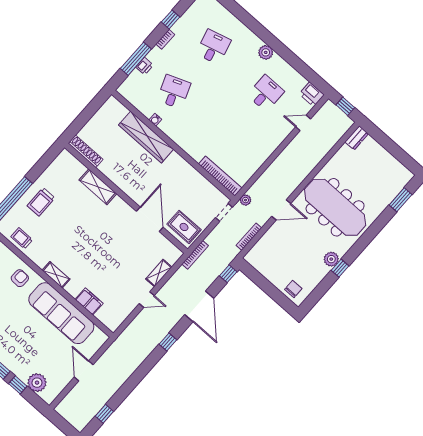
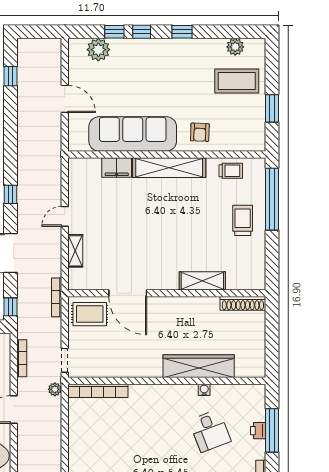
shelving: (56, 275) -> (169, 168), width x2.20, depth x1.33

